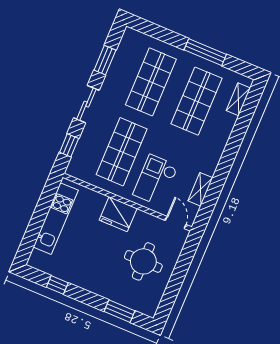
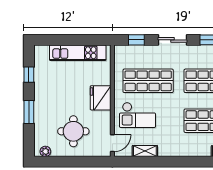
checkout: (155, 180) -> (138, 115), turned 180
plant: (153, 303) -> (45, 151), added
window: (120, 311) -> (29, 112), moved

